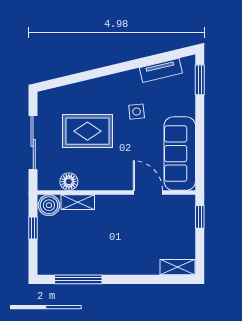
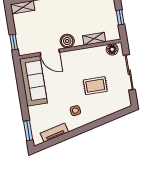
side table: (137, 112) -> (75, 111), moved
rug: (87, 131) -> (95, 86), width x0.73, depth x0.70
floor lamp: (69, 182) -> (112, 49), moved
boiler: (49, 205) -> (67, 41), moved

